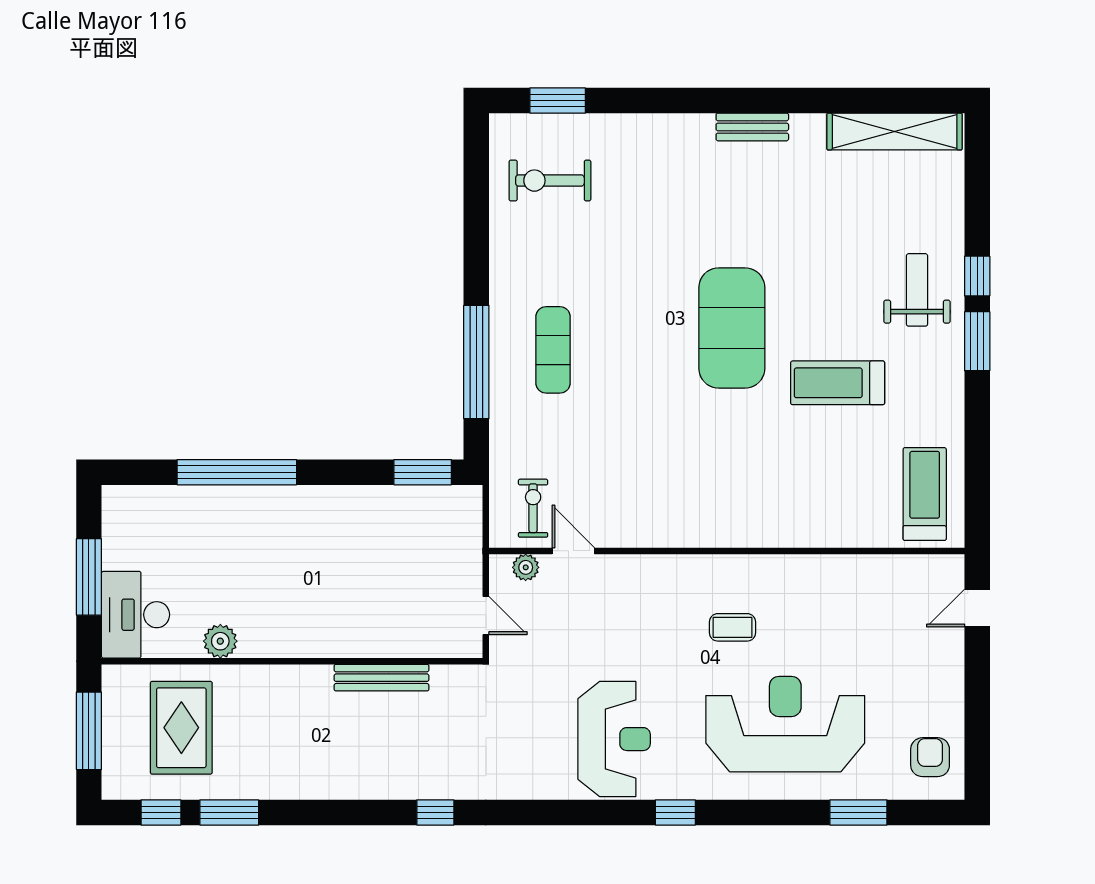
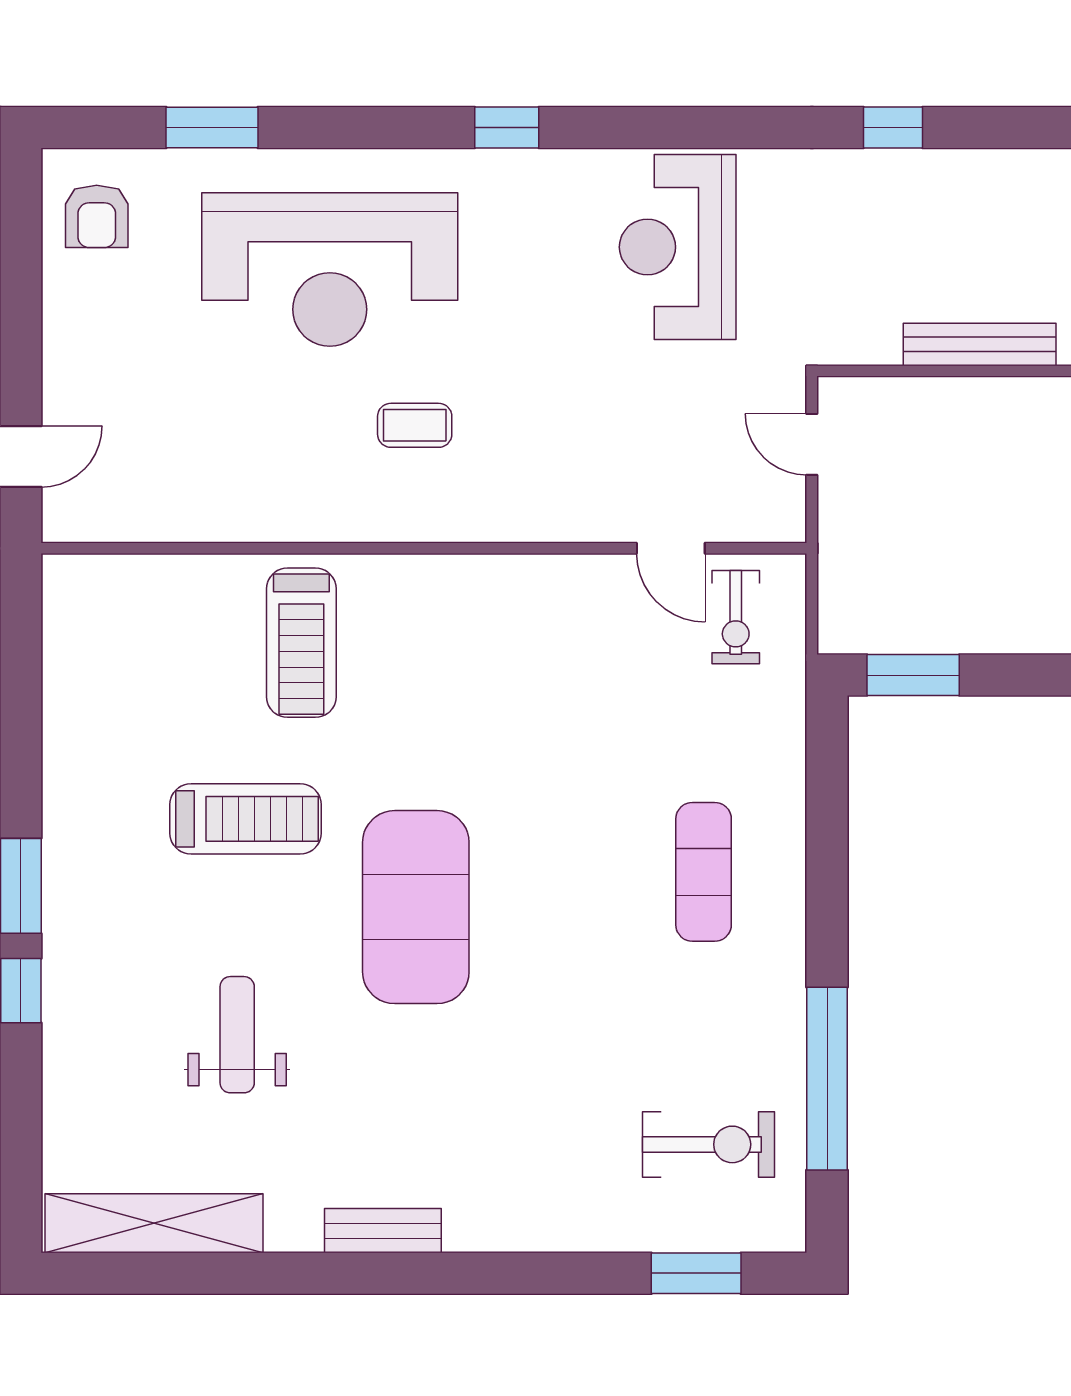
weight bench: (917, 290) -> (237, 1035), moved, turned 180
window: (476, 362) -> (827, 1079), moved
treadmill: (925, 494) -> (301, 643), moved
plant: (526, 567) -> (748, 522), removed
reception desk: (614, 739) -> (678, 247), moved

